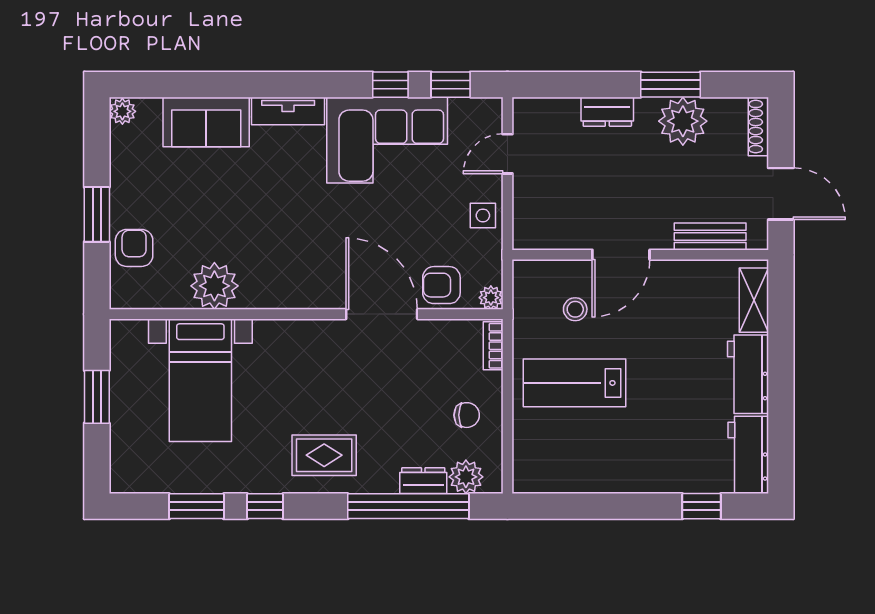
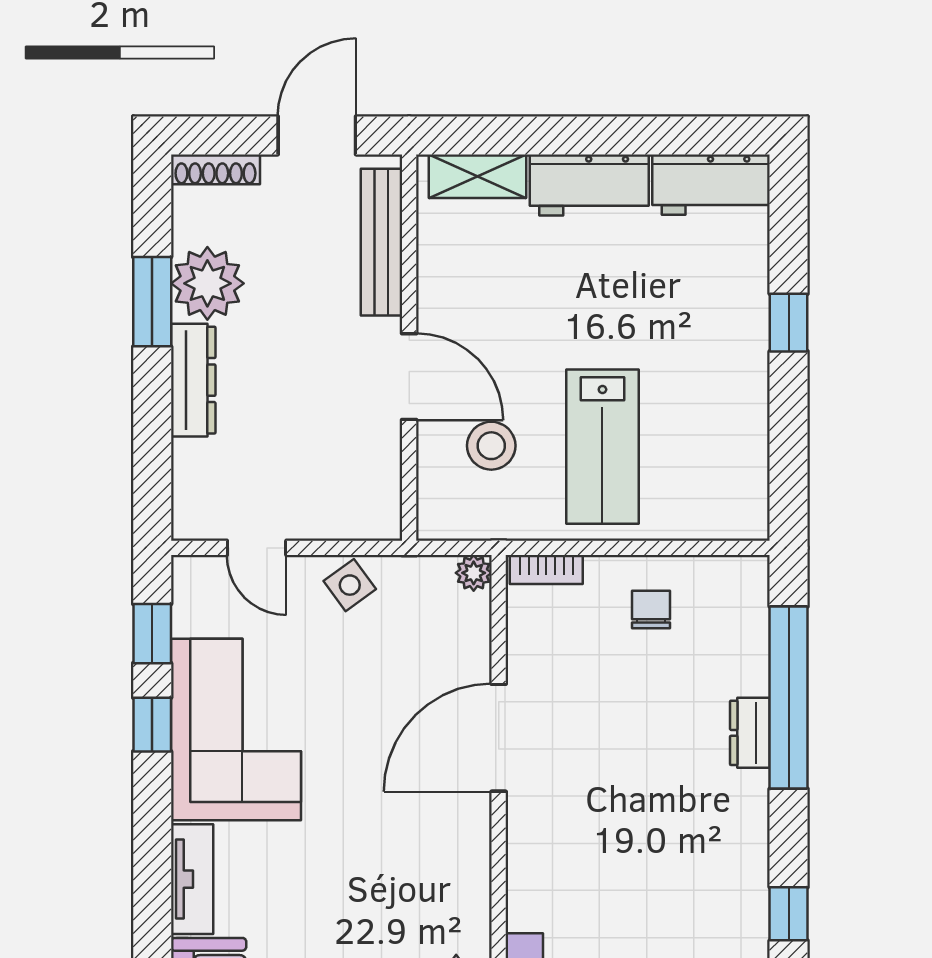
dresser: (607, 112) -> (193, 380), width x1.44
side table: (483, 215) -> (350, 585), turned -36
bench: (710, 236) -> (381, 242), width x1.36
armchair: (441, 285) -> (455, 648), removed
stool: (575, 309) -> (491, 446), width x1.37, depth x1.37
rug: (324, 455) -> (712, 825), removed
plant: (466, 477) -> (744, 611), removed
dresser: (423, 481) -> (750, 733), moved
window: (702, 506) -> (789, 323), moved

